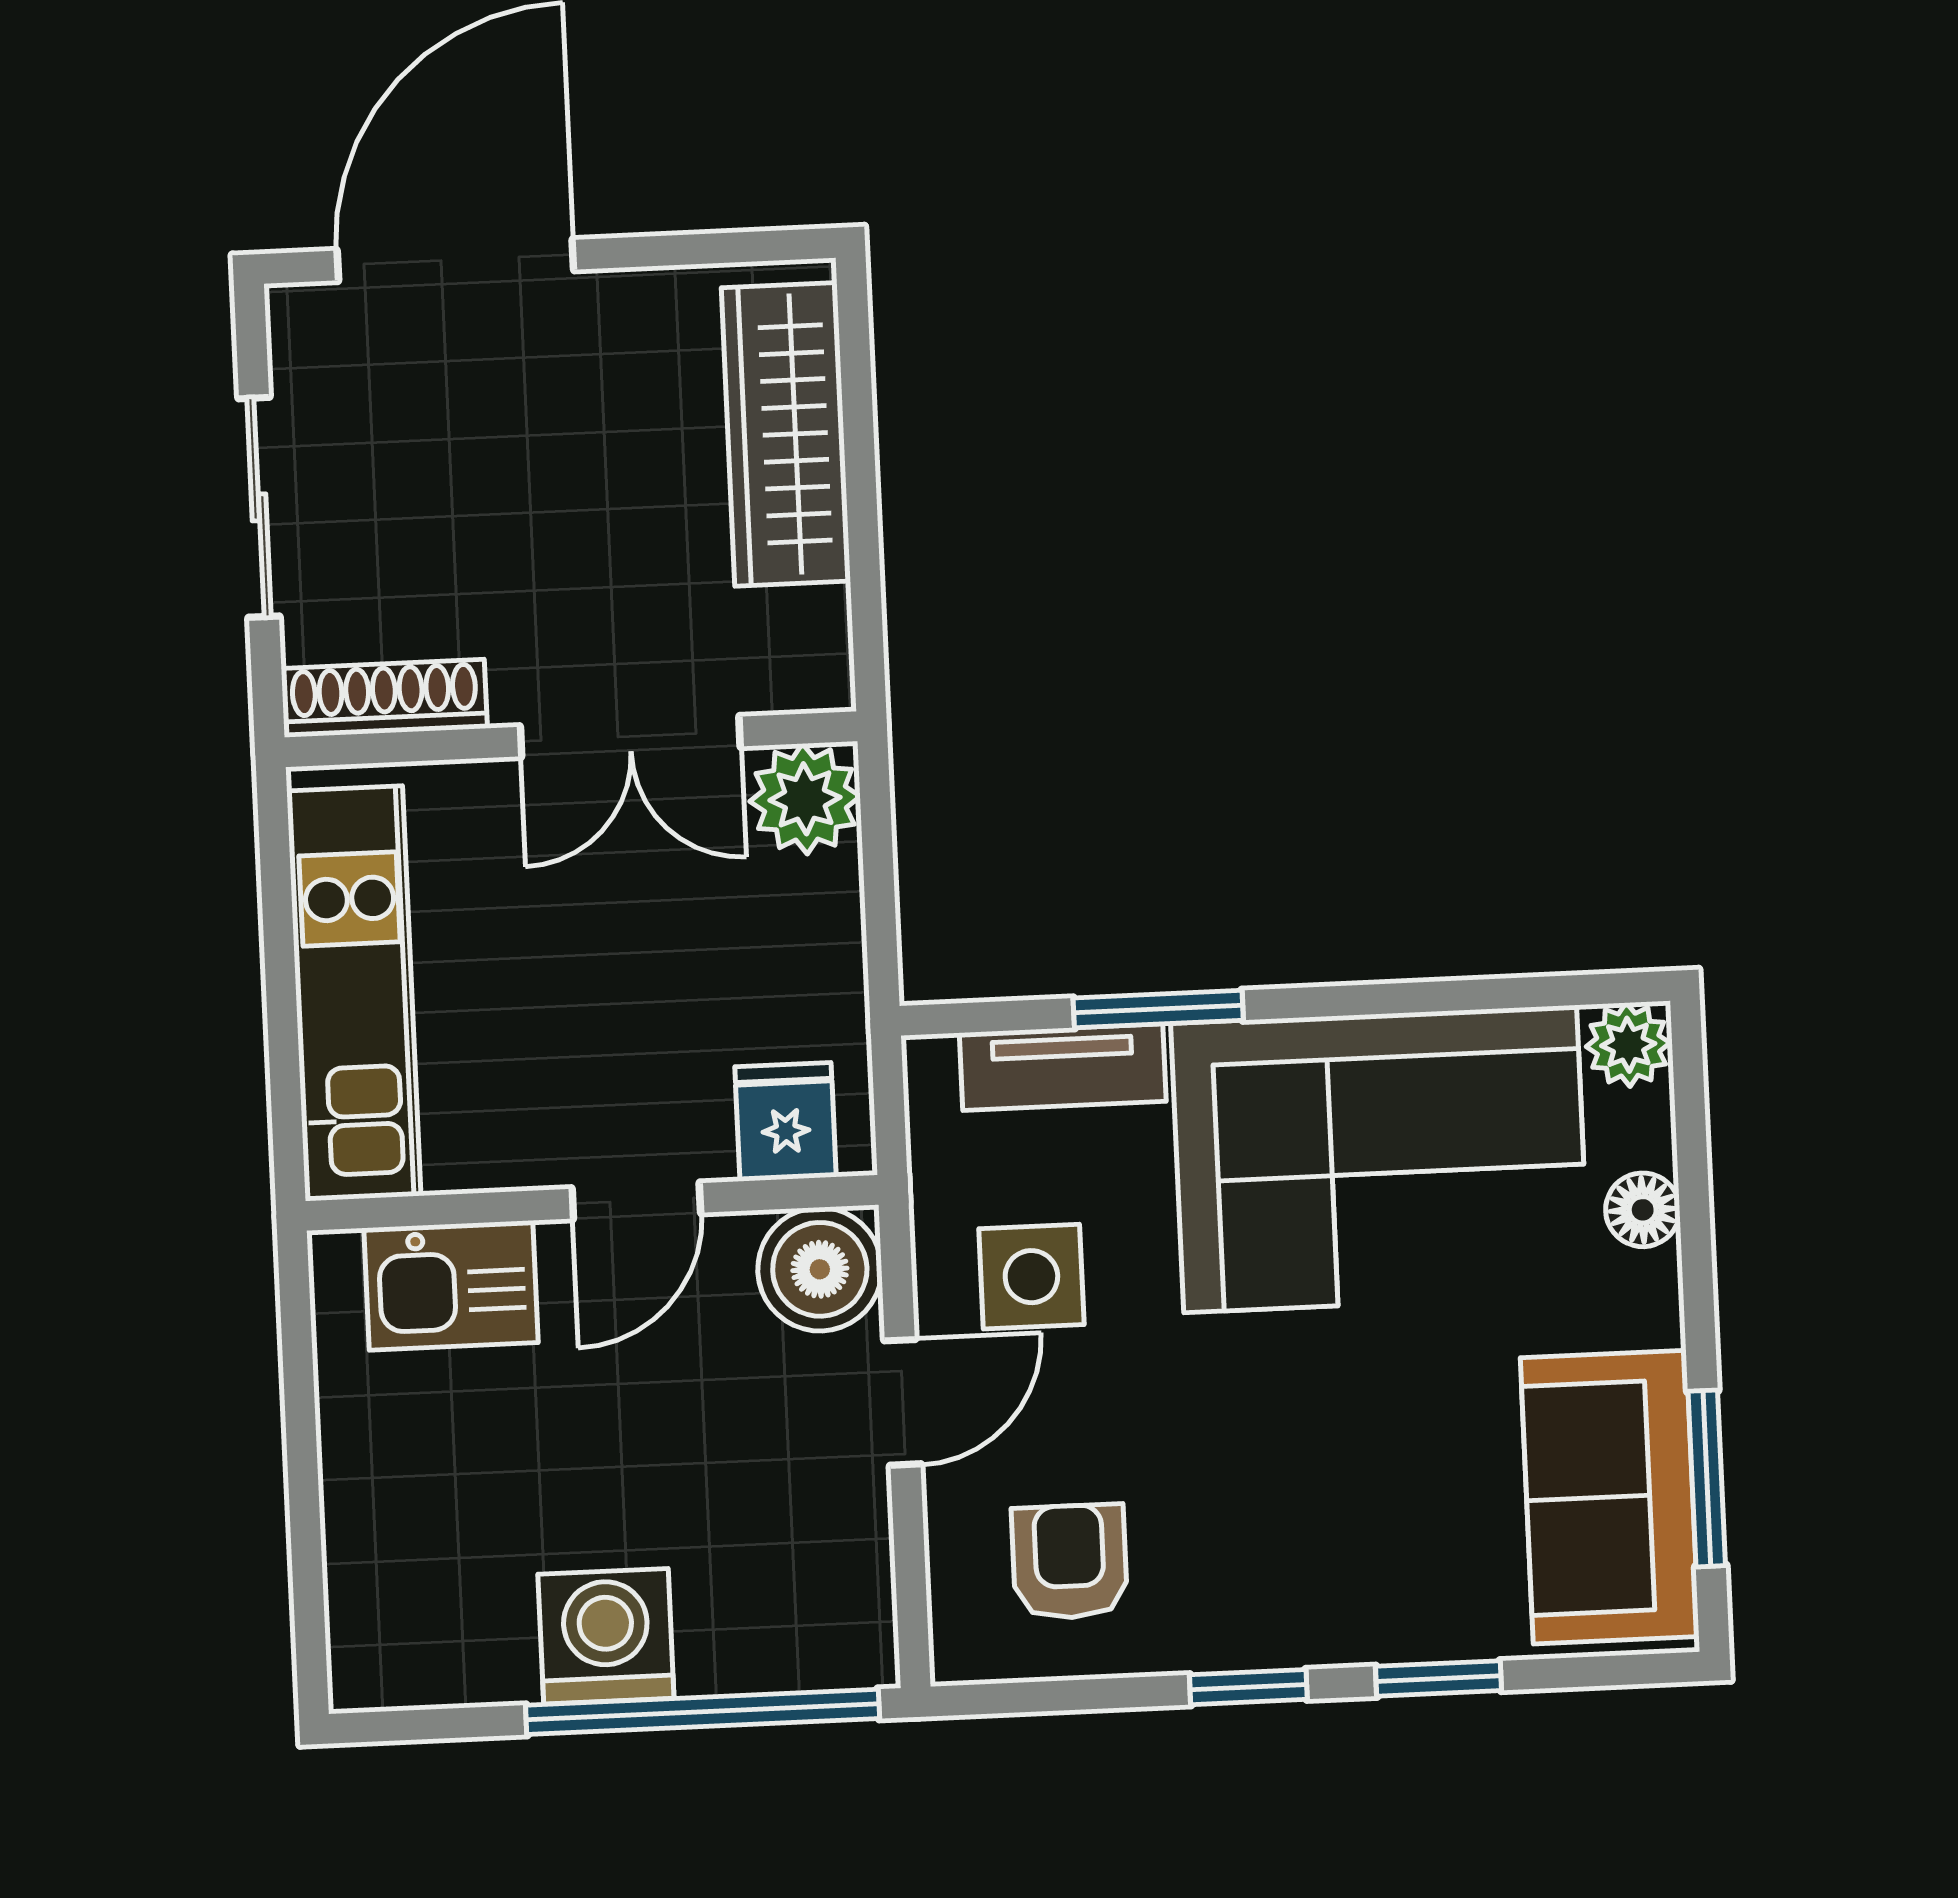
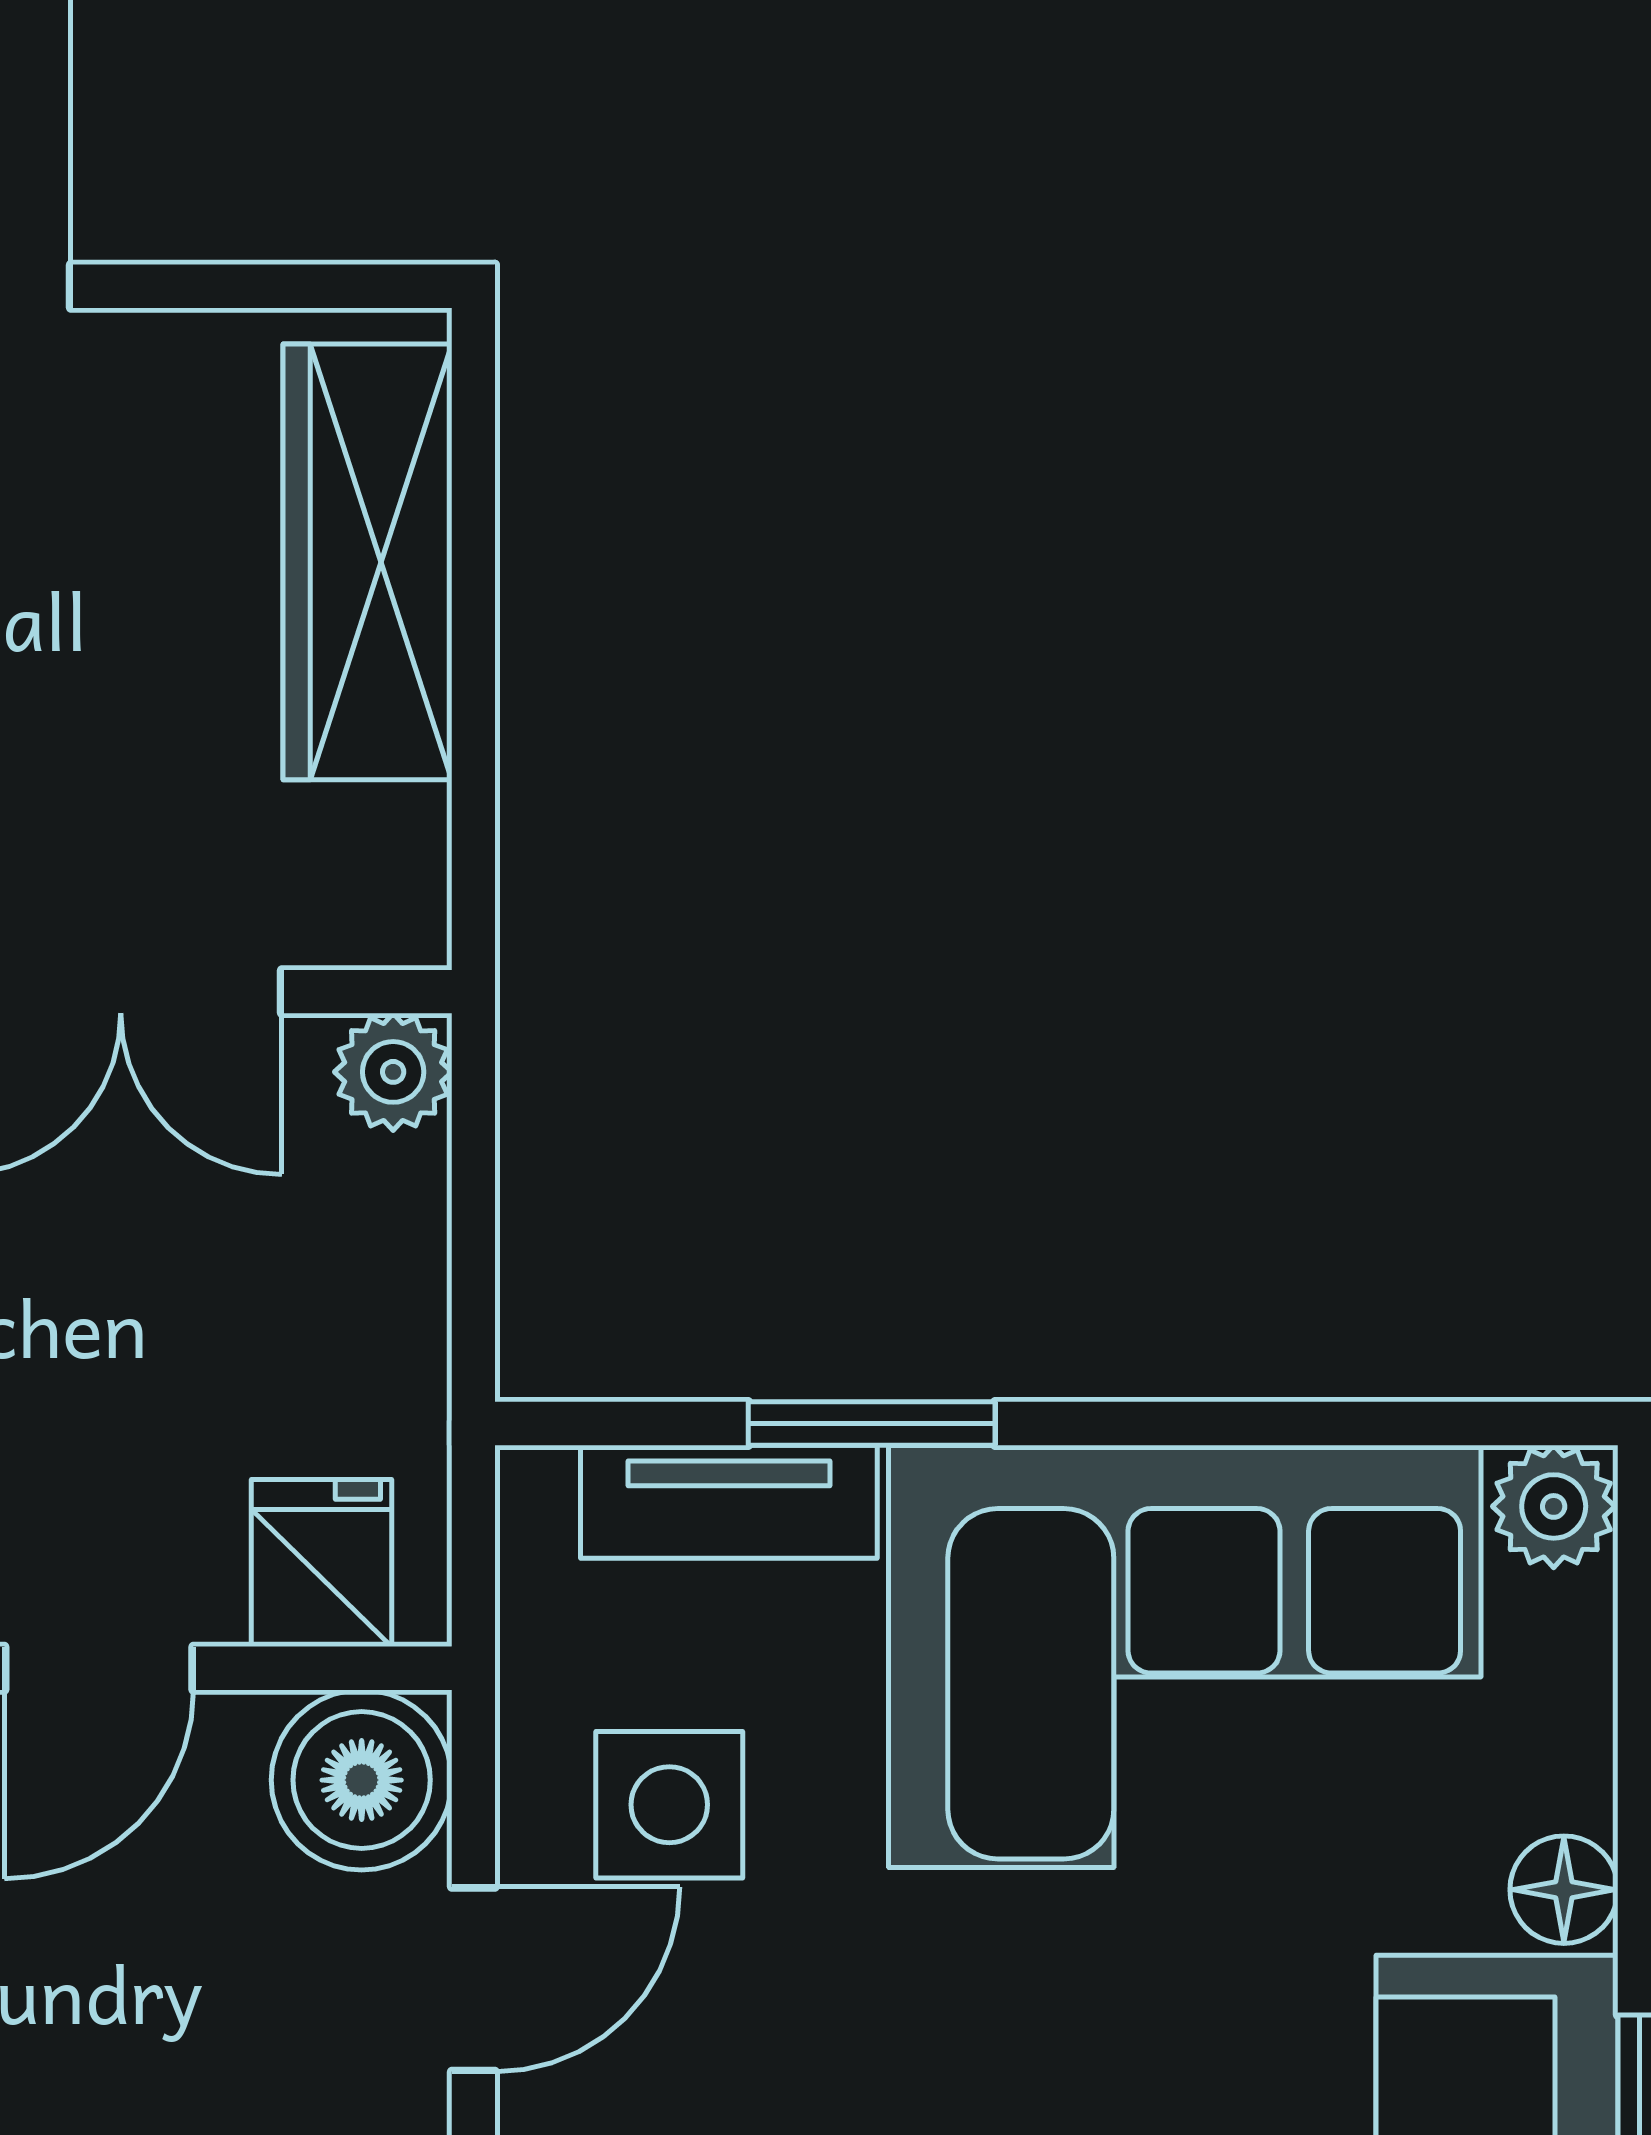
plant: (805, 799) -> (393, 1072), width x0.73, depth x0.73
floor lamp: (1643, 1210) -> (1564, 1890), moved

